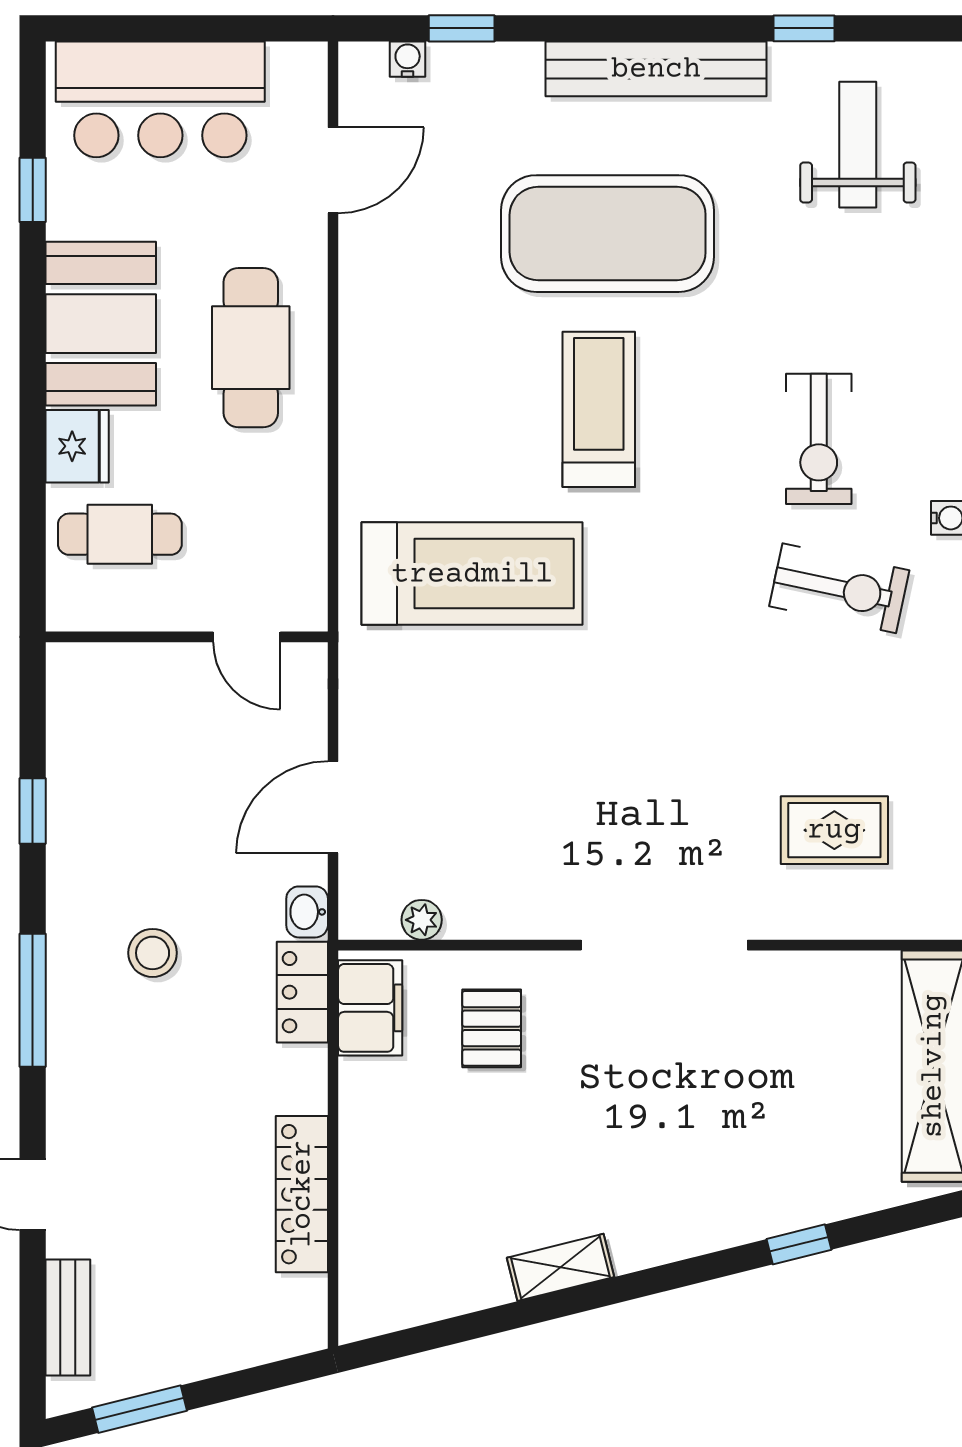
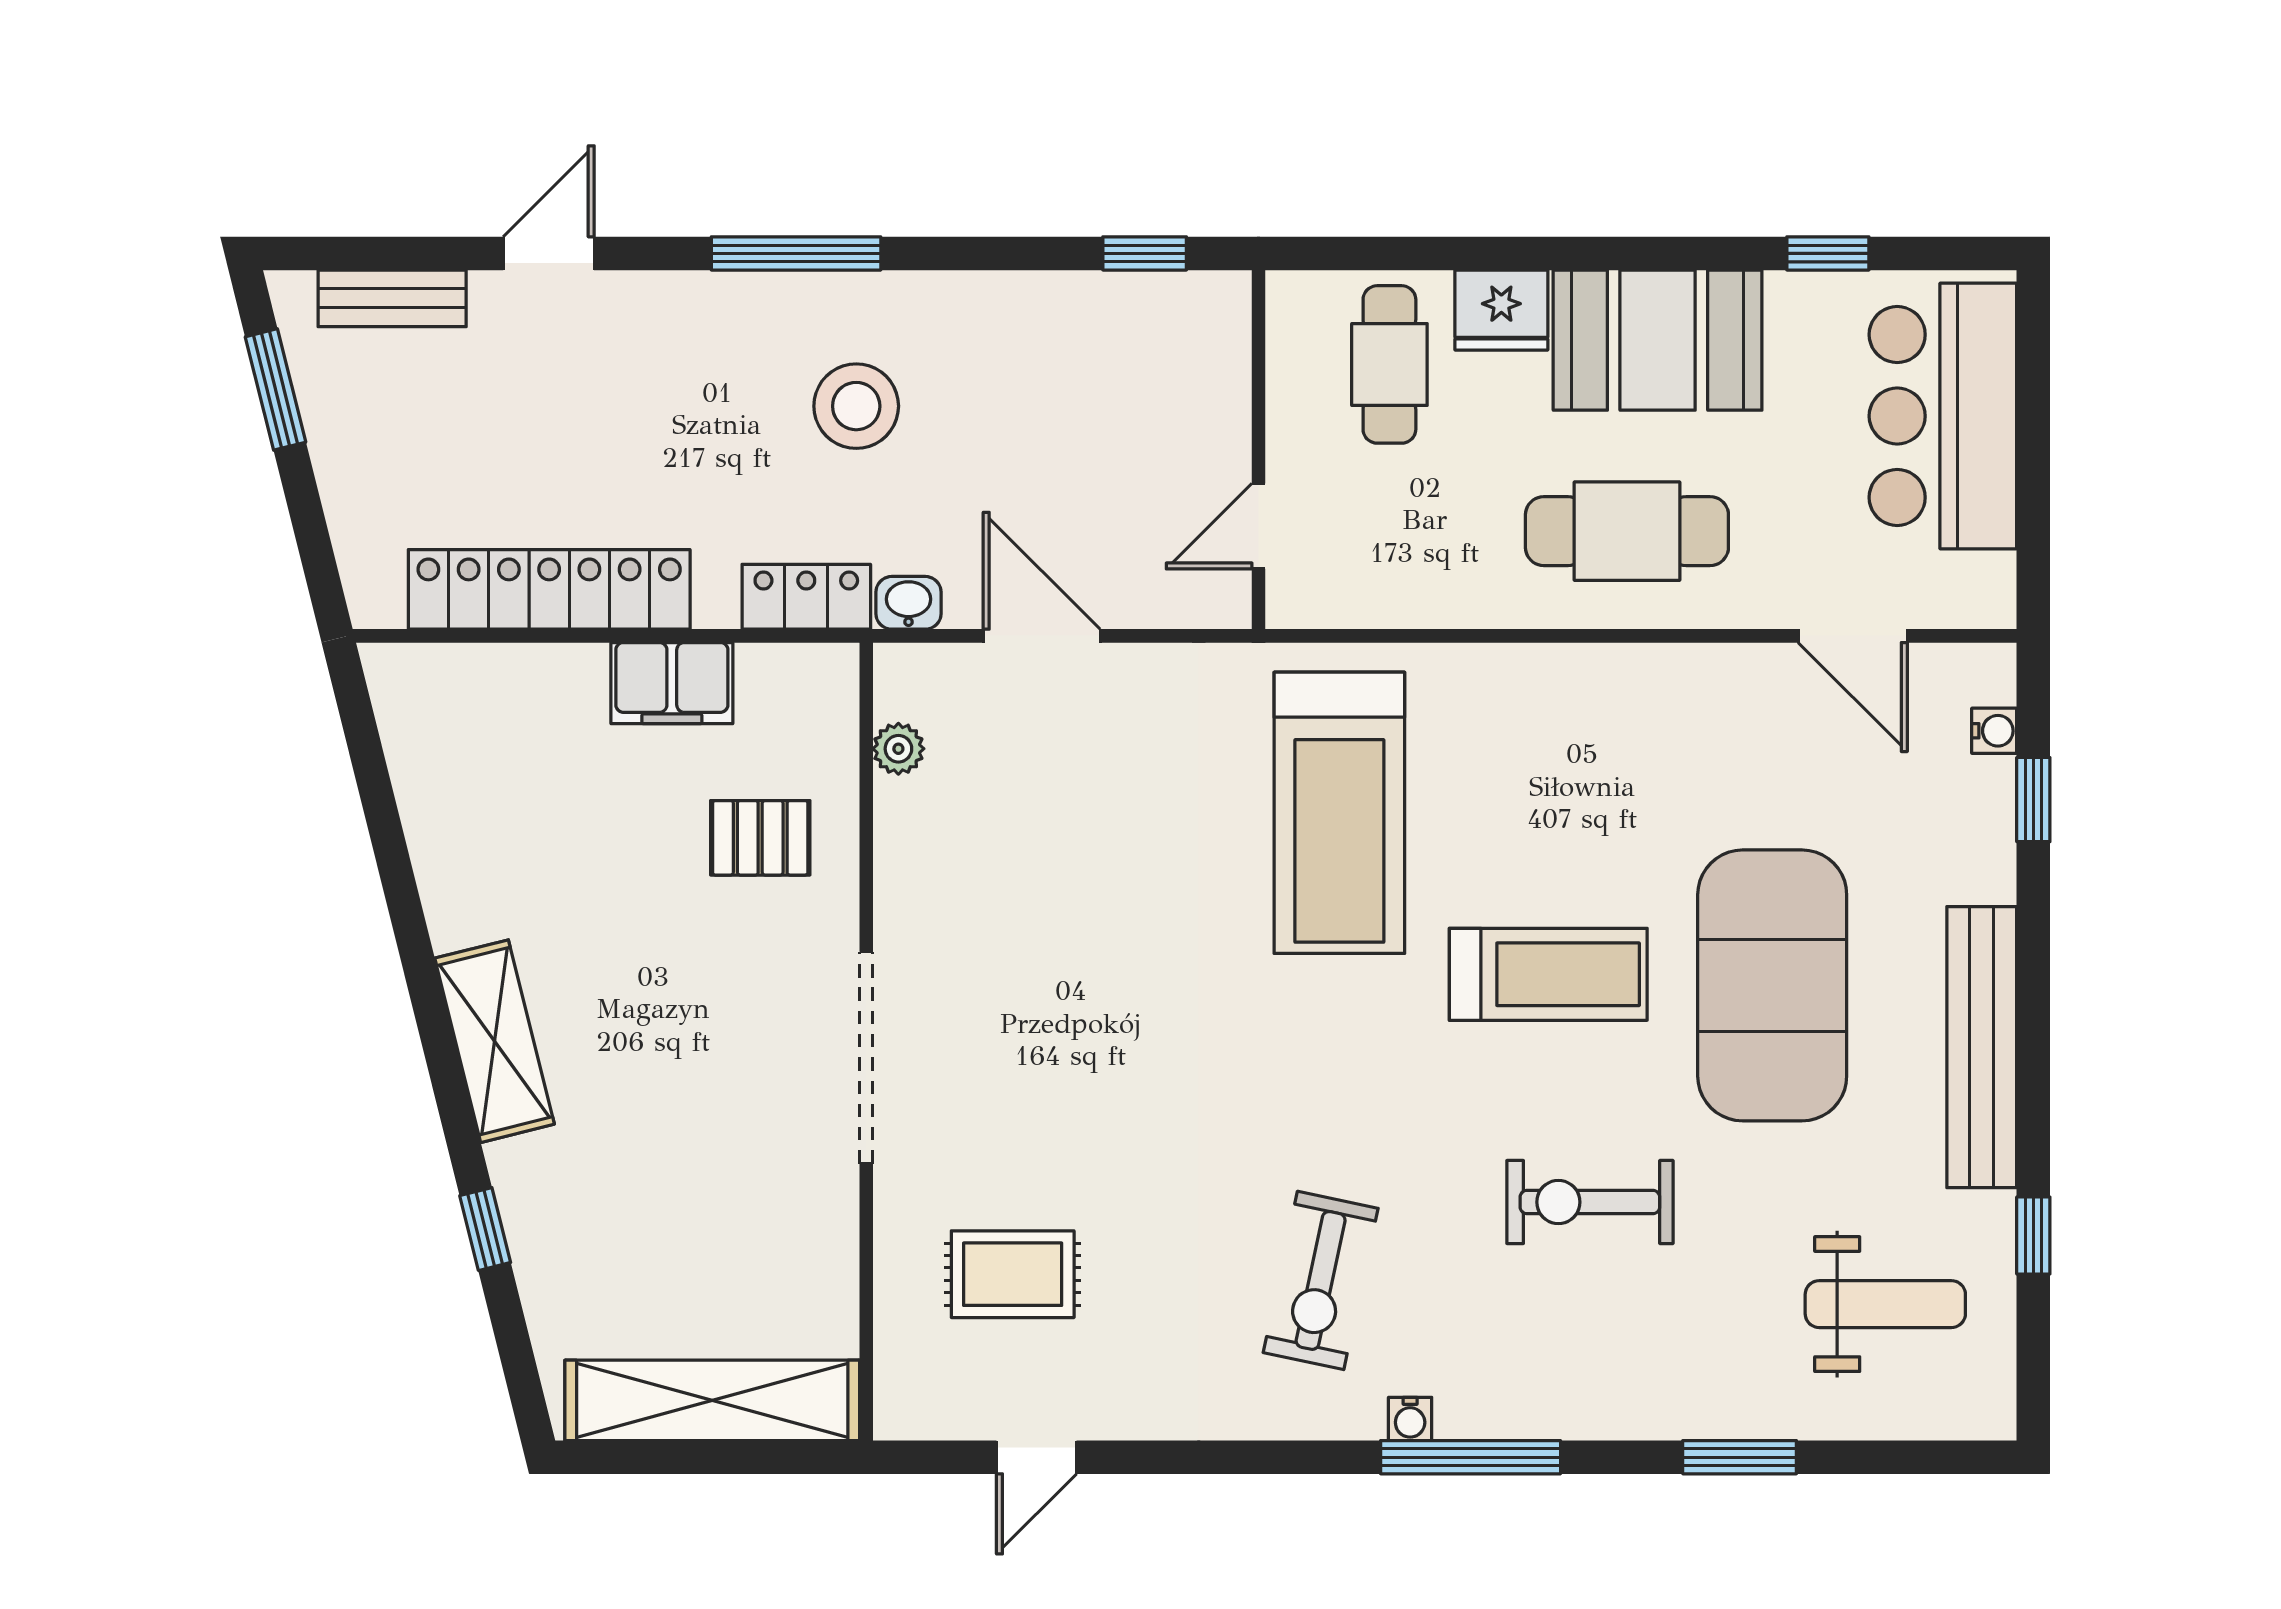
exercise bike: (819, 439) -> (1590, 1202), moved
window: (33, 811) -> (1145, 253), moved
rug: (834, 830) -> (1013, 1274), turned 90
stool: (153, 953) -> (856, 406), width x1.38, depth x1.38
filing cabinet: (370, 1008) -> (672, 683), moved
locker: (302, 1194) -> (549, 589), width x1.41, depth x1.21
shelving: (560, 1267) -> (495, 1041), moved, width x1.50, depth x1.33

